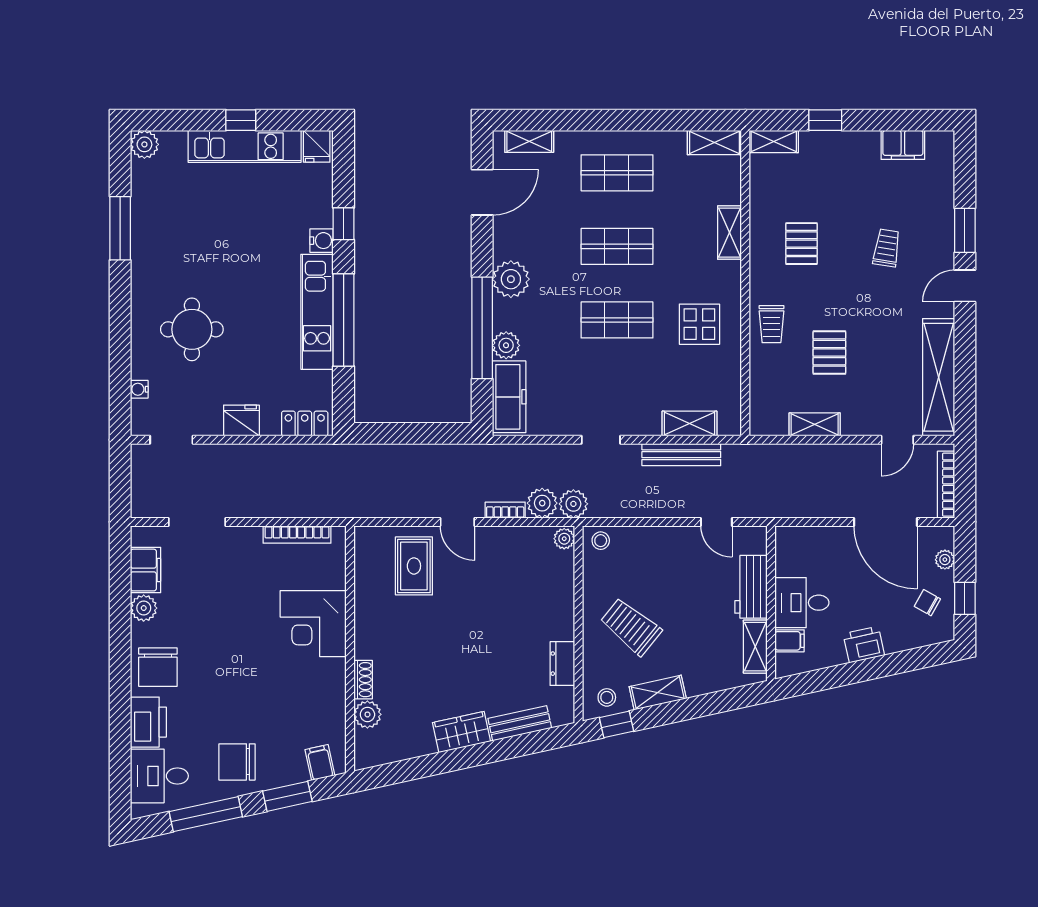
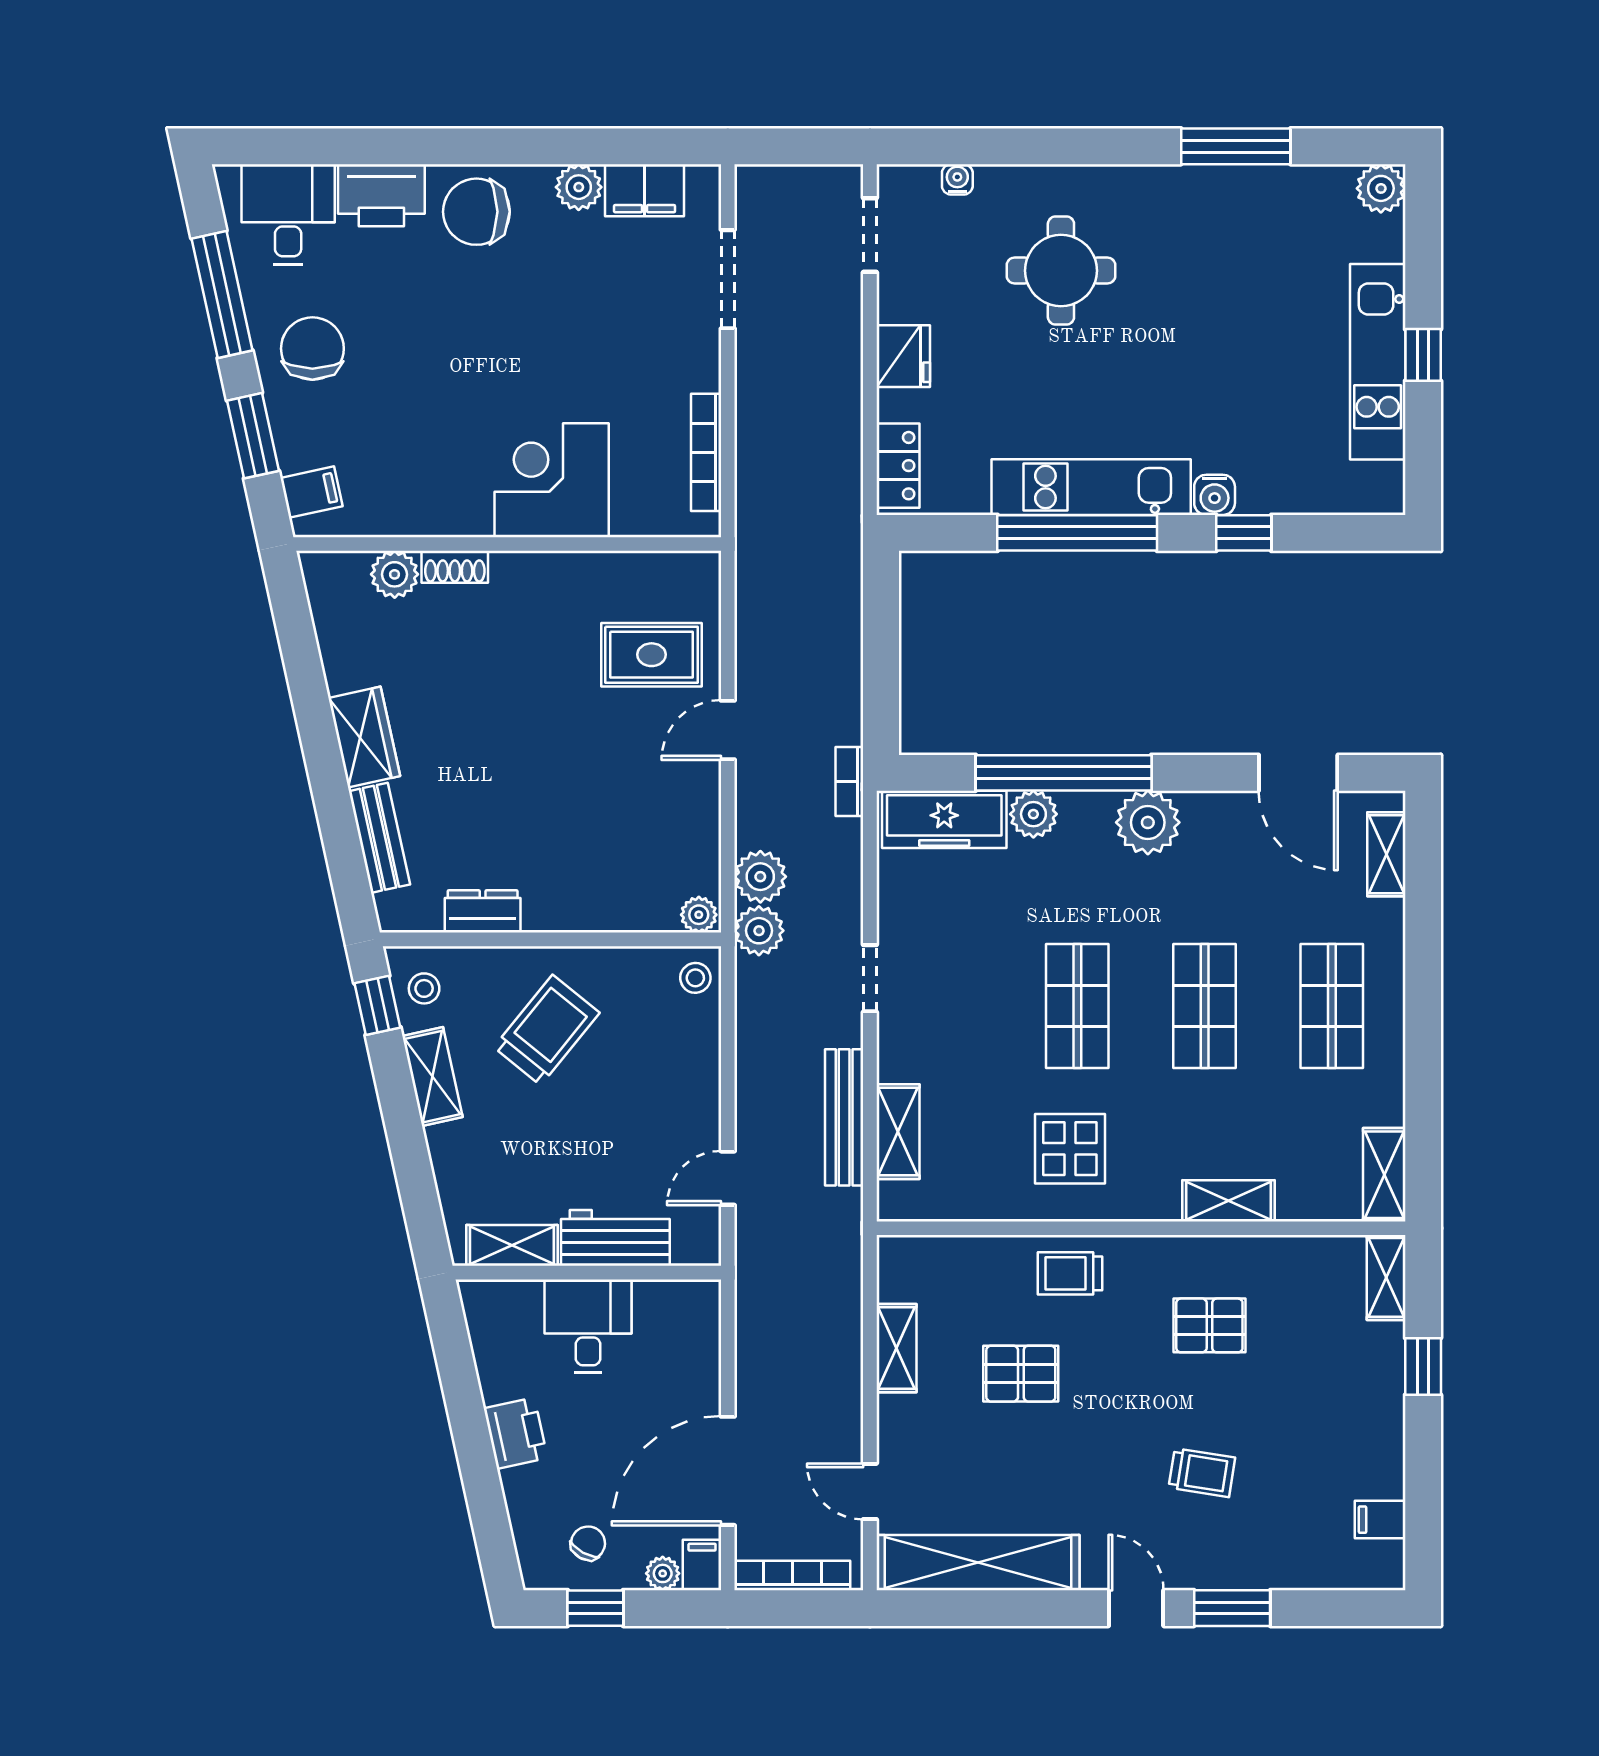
filing cabinet: (903, 145) -> (1380, 1520), width x0.50
fridge: (317, 146) -> (1378, 486), removed
bookcase: (505, 510) -> (849, 782), moved, turned 180
filing cabinet: (790, 641) -> (702, 1565), moved, turned 180

